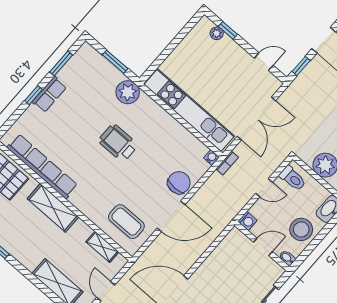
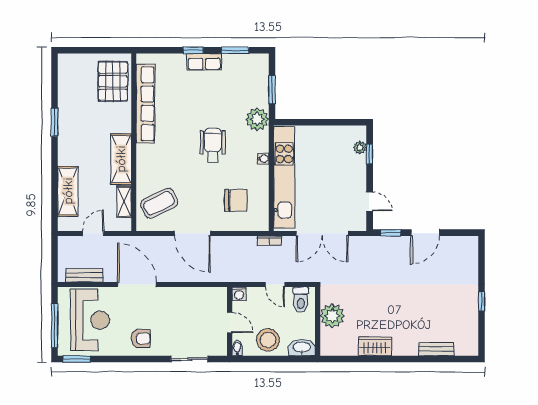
water cooler: (211, 157) -> (263, 159), moved
chair: (179, 183) -> (236, 200), moved
shelving: (53, 208) -> (121, 159), moved
coffee table: (126, 222) -> (159, 203), turned 64

